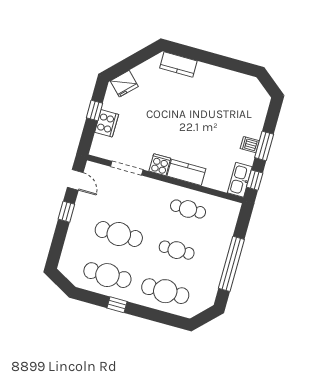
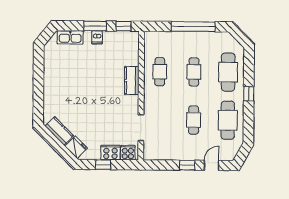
kitchen counter: (178, 65) -> (59, 131), moved, turned -45
cooker: (160, 165) -> (128, 153), moved, turned 90
door: (75, 180) -> (211, 165), moved
kitchen sink: (240, 180) -> (70, 37), moved
cafe table: (119, 234) -> (194, 120), width x0.73, depth x0.74
window: (117, 305) -> (249, 94), moved

